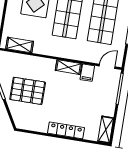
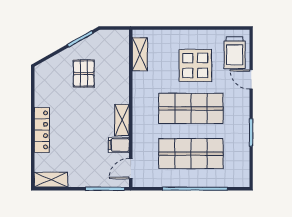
door: (107, 66) -> (131, 169), swing flipped
pallet: (28, 91) -> (84, 73), width x0.67, depth x0.71

